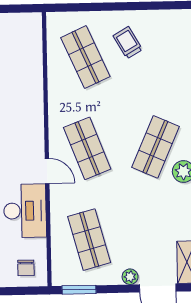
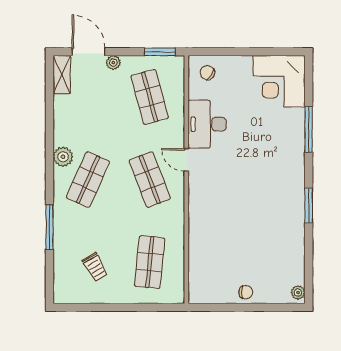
trolley: (128, 43) -> (95, 267), moved
shop shelf: (85, 57) -> (150, 262), turned 30
chair: (26, 268) -> (207, 73), turned -57

